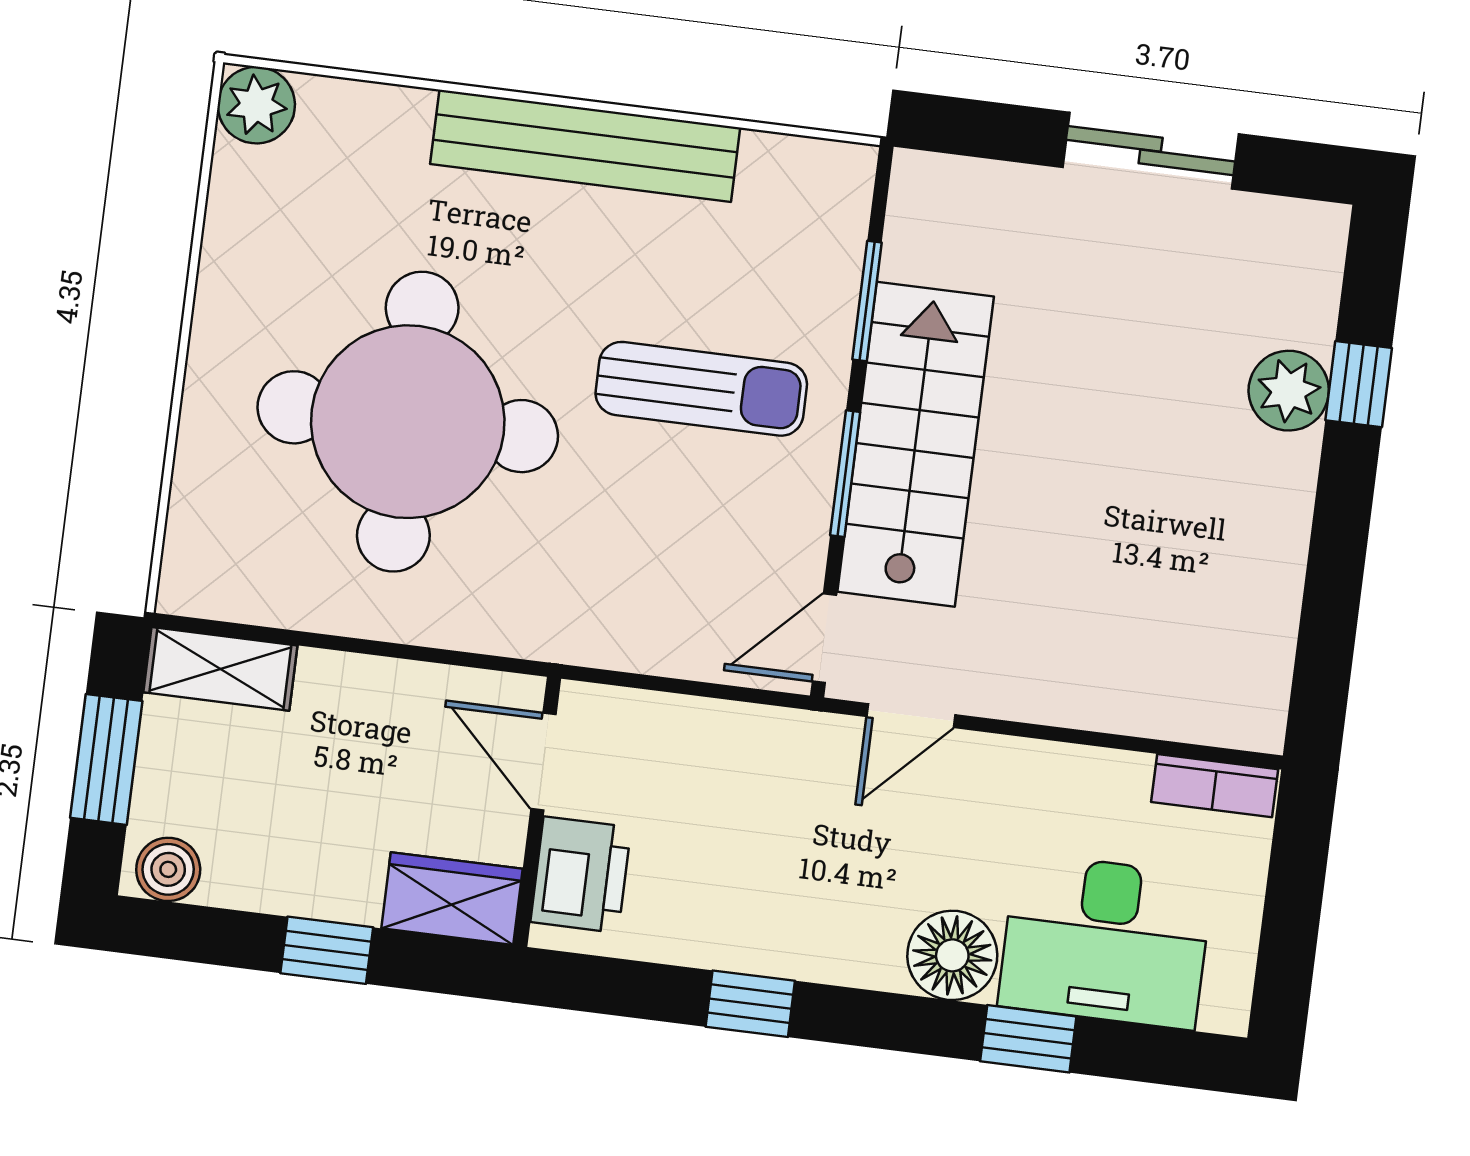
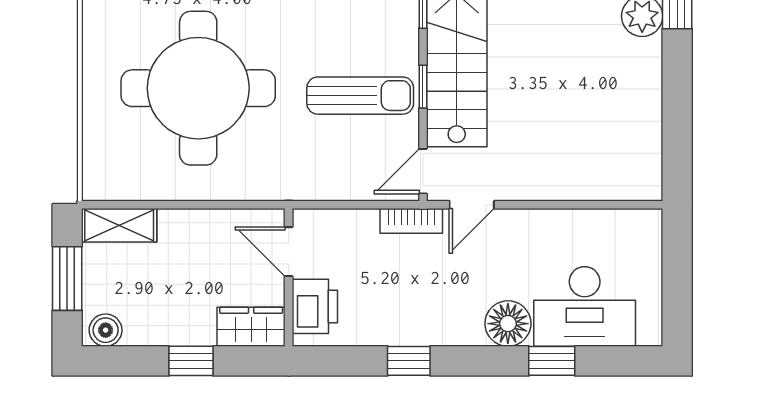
sun lounger: (701, 389) -> (360, 96), moved
window: (845, 474) -> (423, 87), width x0.67
bookcase: (1215, 786) -> (411, 221), moved

